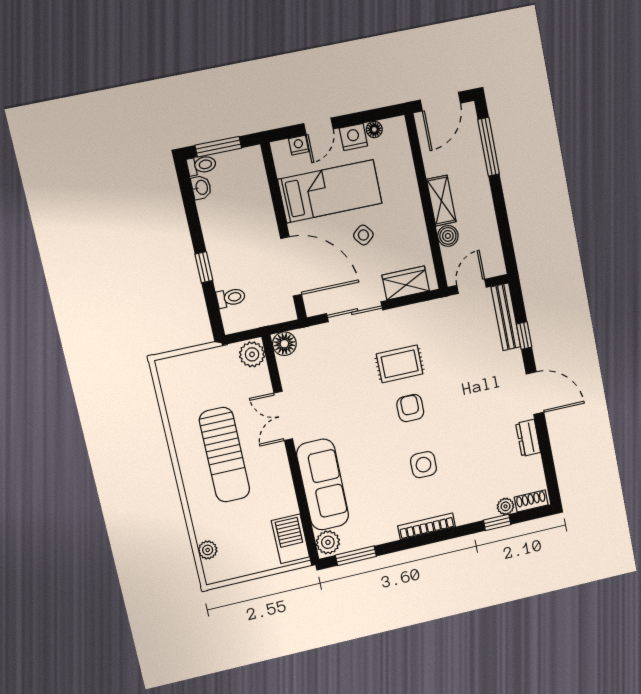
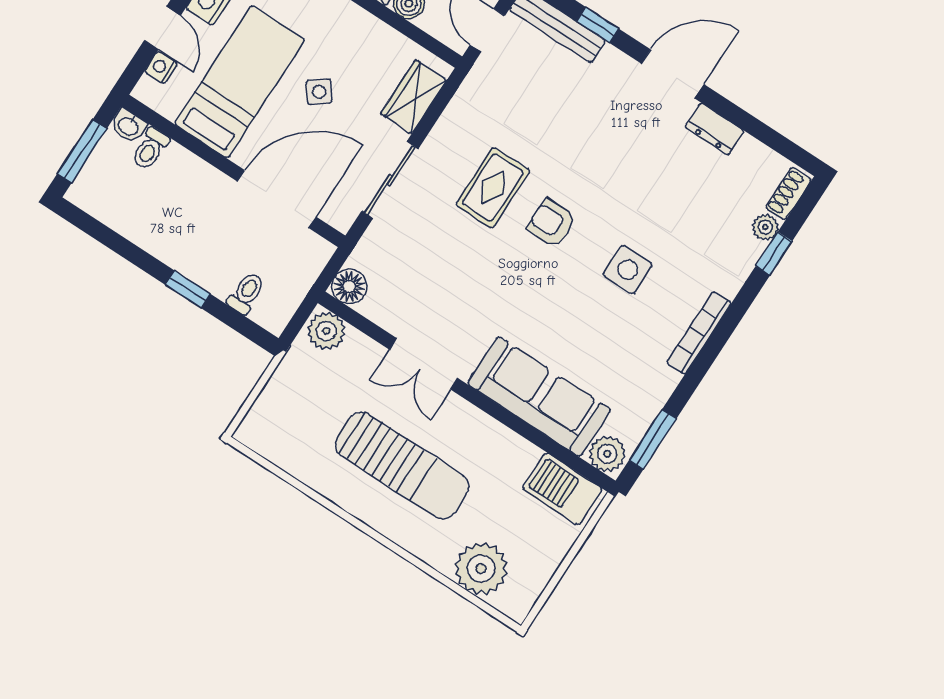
toilet: (202, 165) -> (150, 149), moved, turned 180
washbasin: (201, 187) -> (128, 126), moved, turned 180
plant: (208, 550) -> (481, 569), width x1.88, depth x1.88

